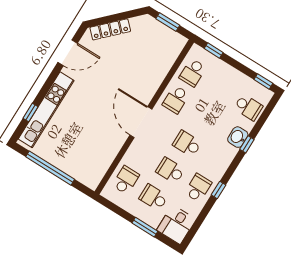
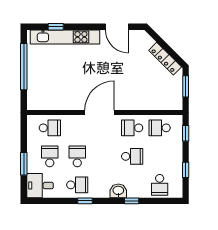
locker: (110, 29) -> (165, 59), moved
window: (263, 81) -> (186, 170), moved
washbasin: (238, 137) -> (118, 191), moved
school desk: (187, 144) -> (132, 156), moved, turned 90

